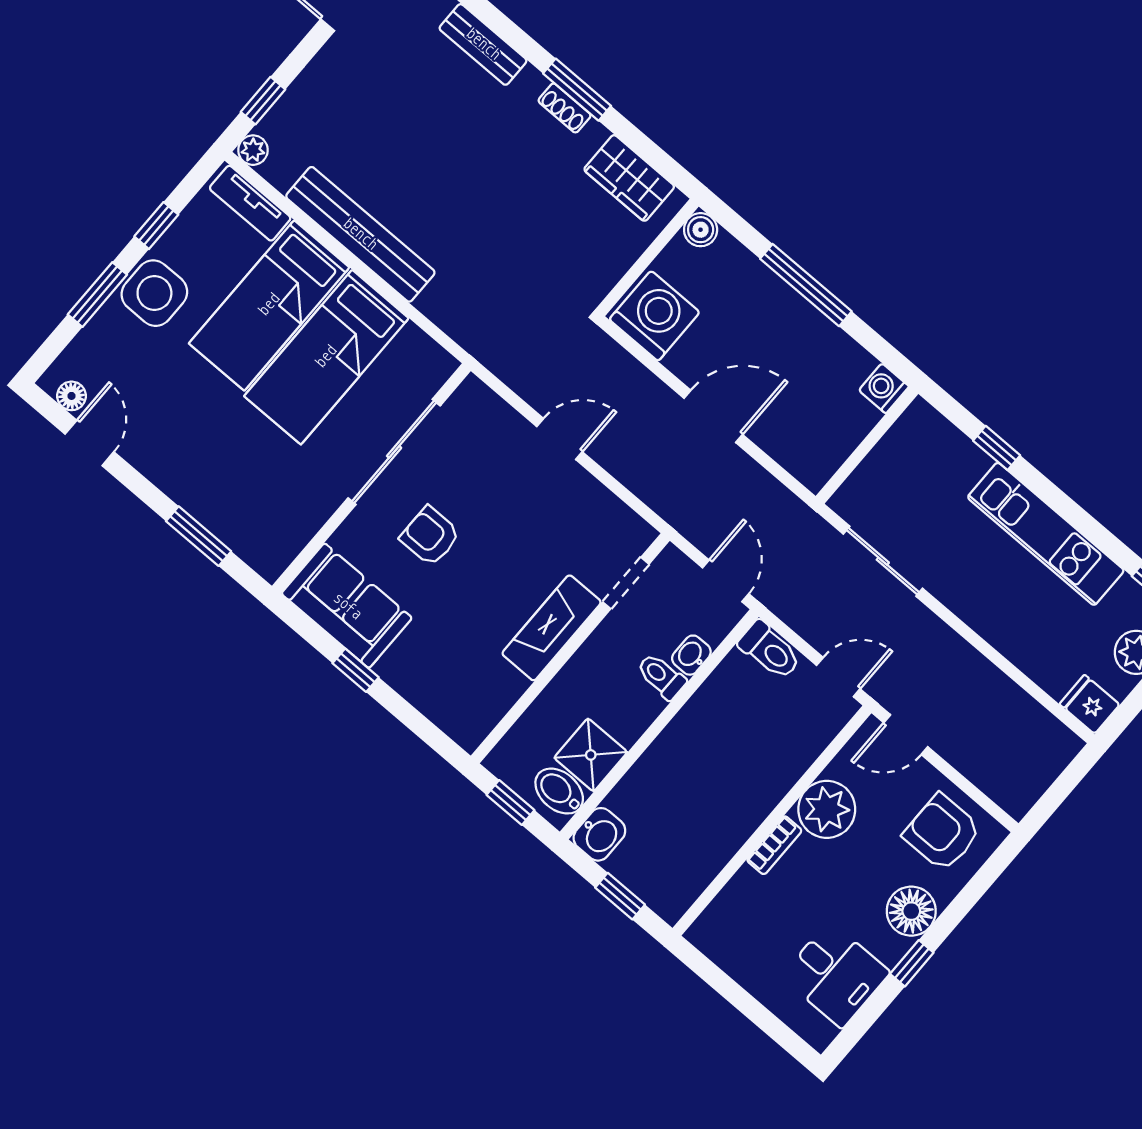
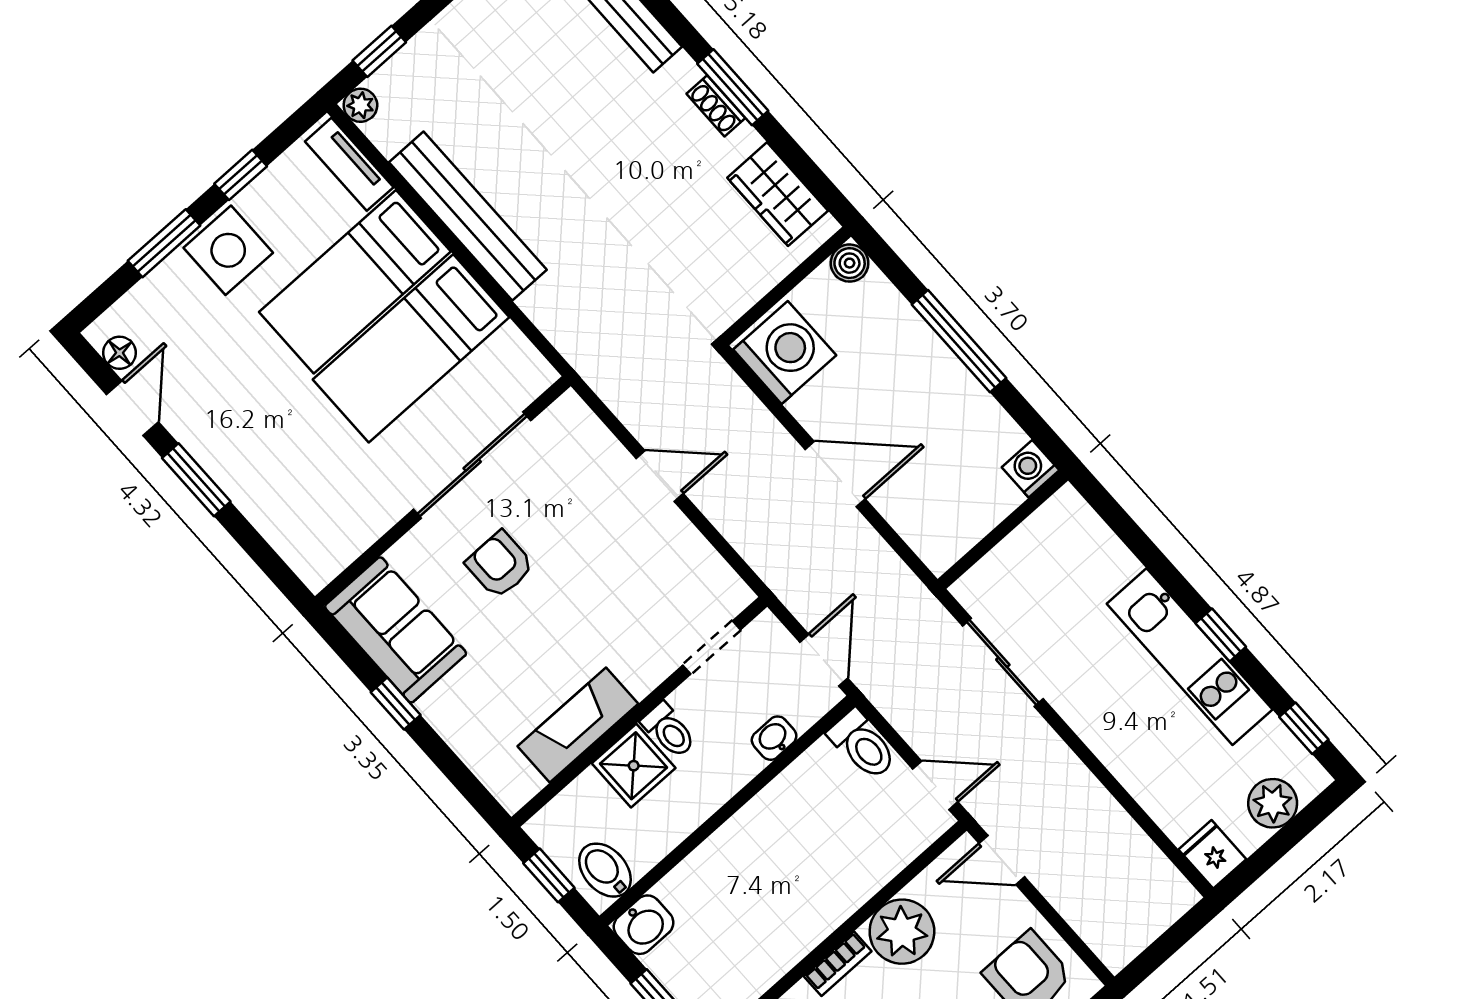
window: (997, 448) -> (1221, 635), moved
window: (199, 536) -> (196, 480), moved
fireplace: (552, 628) -> (578, 725), moved
toilet: (661, 676) -> (669, 730), moved, turned 180
shower: (591, 755) -> (634, 766), moved

